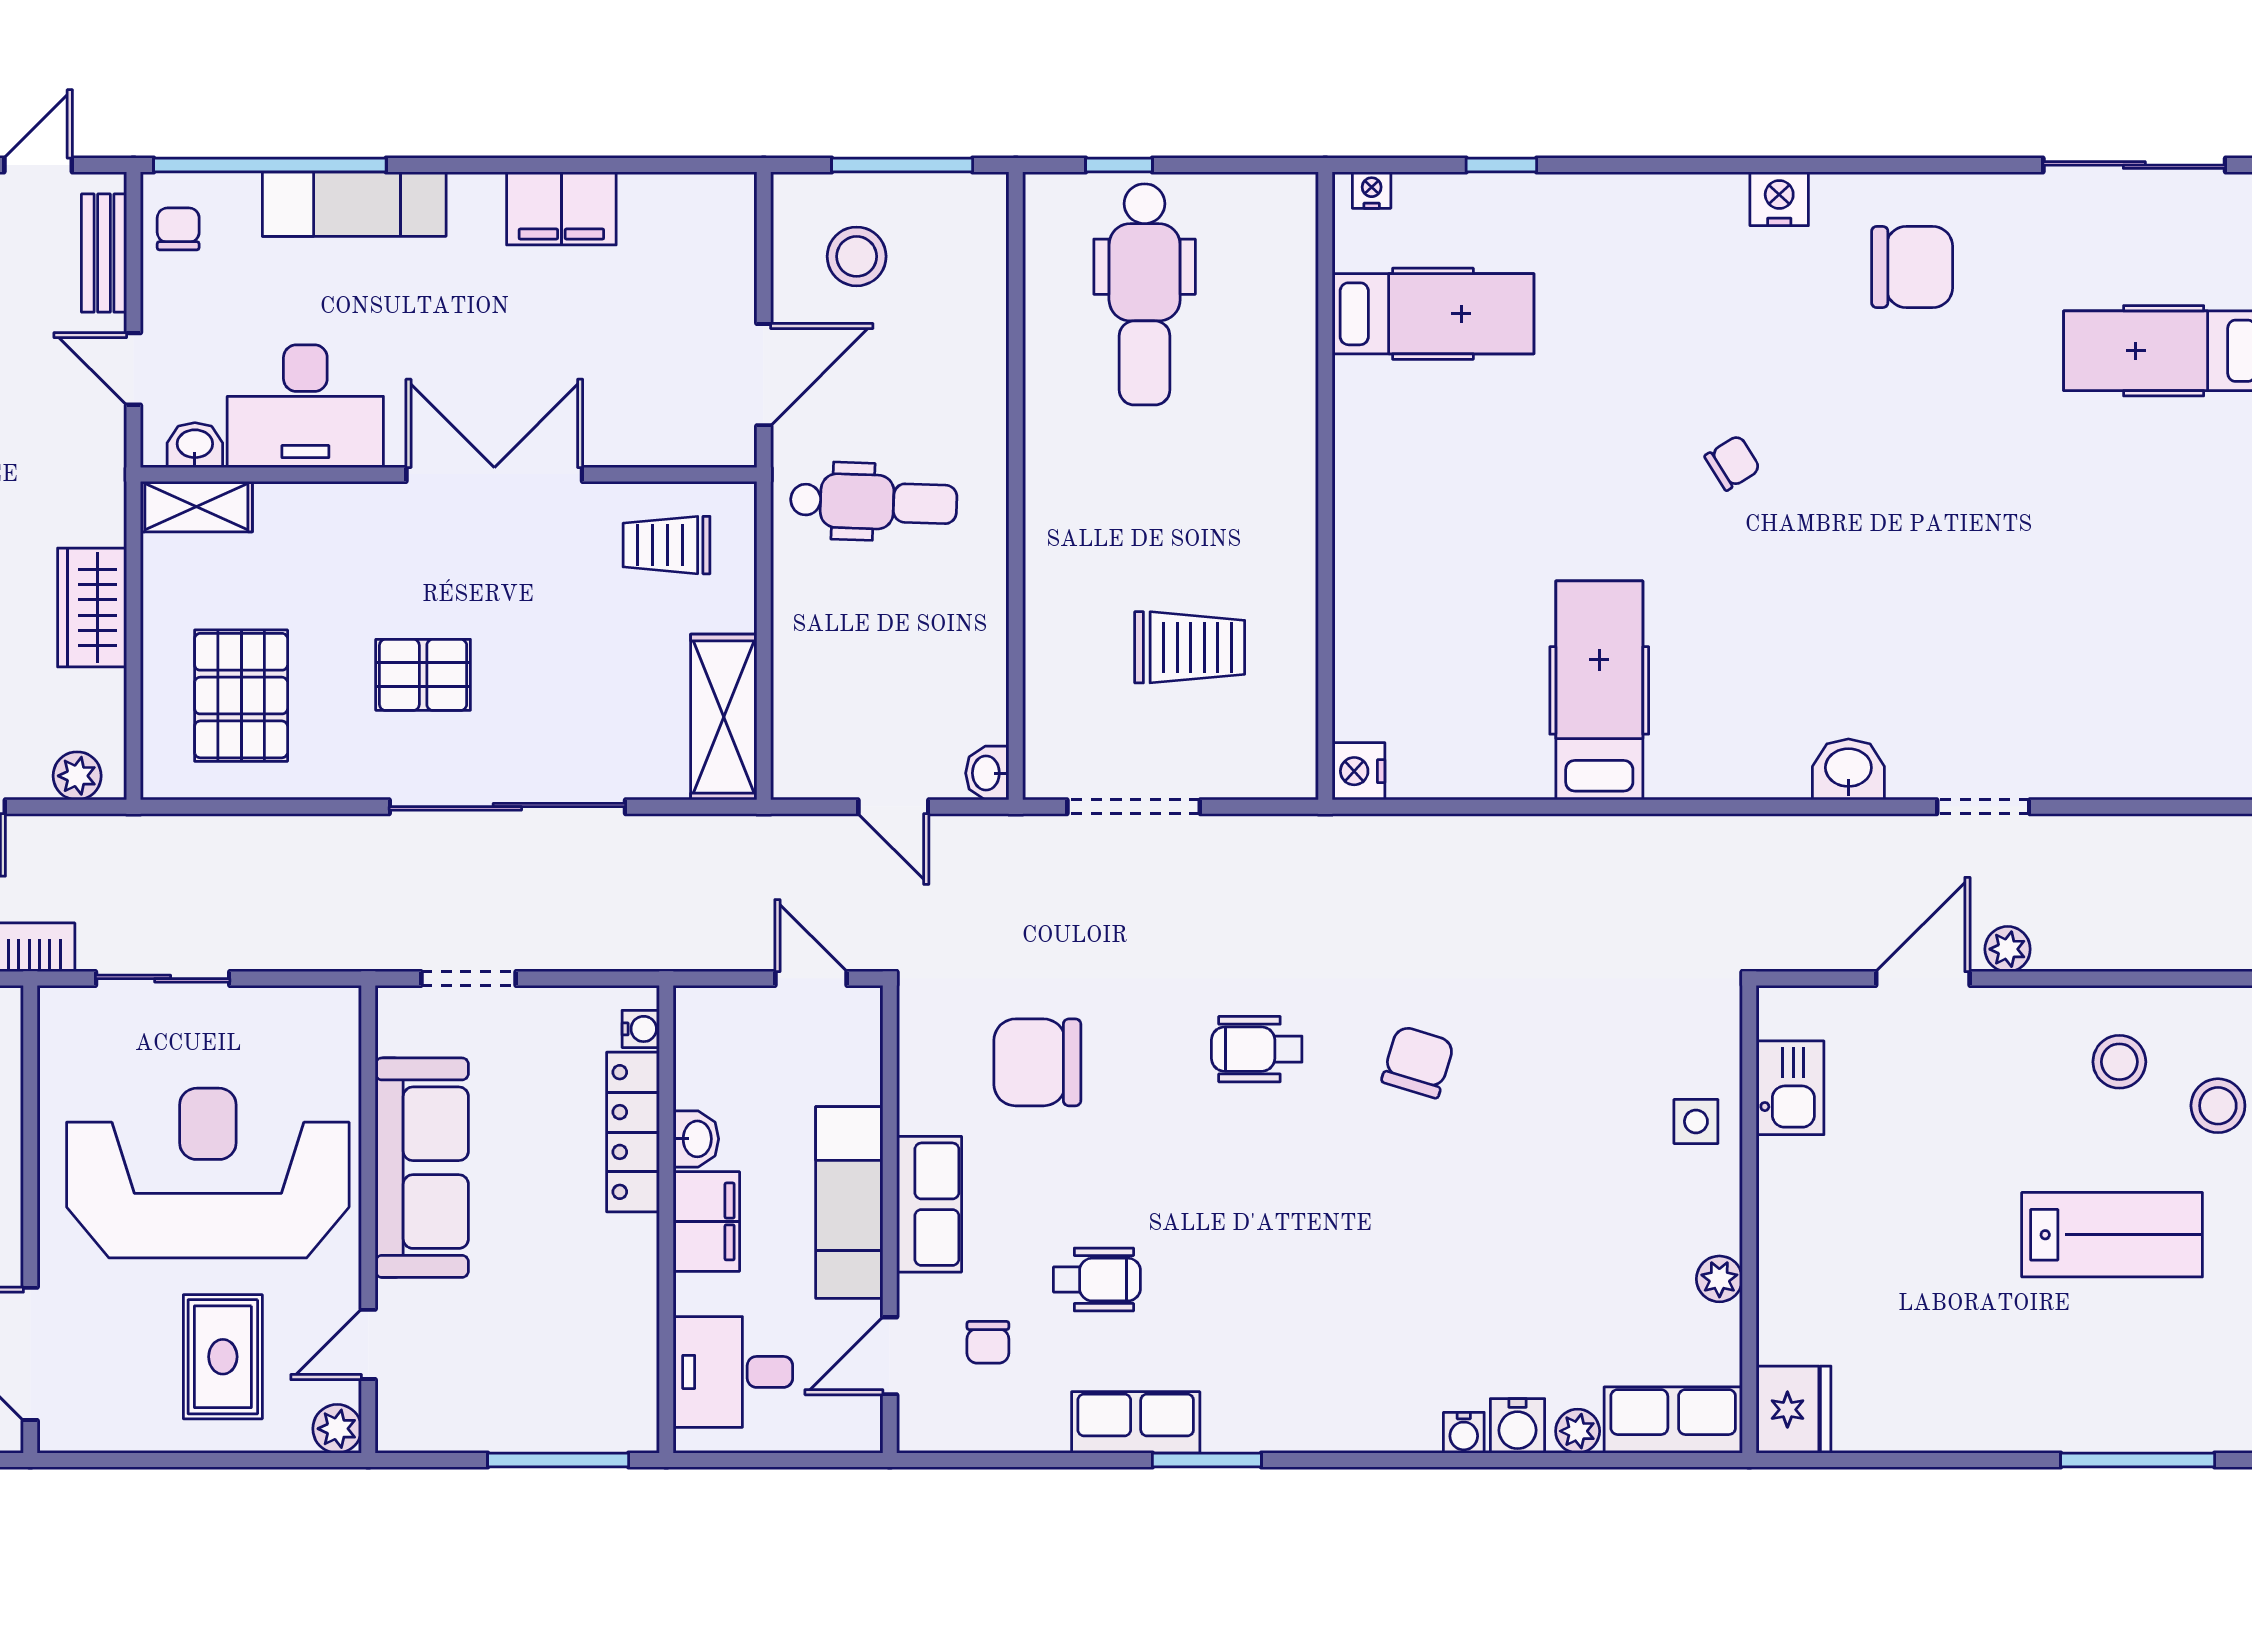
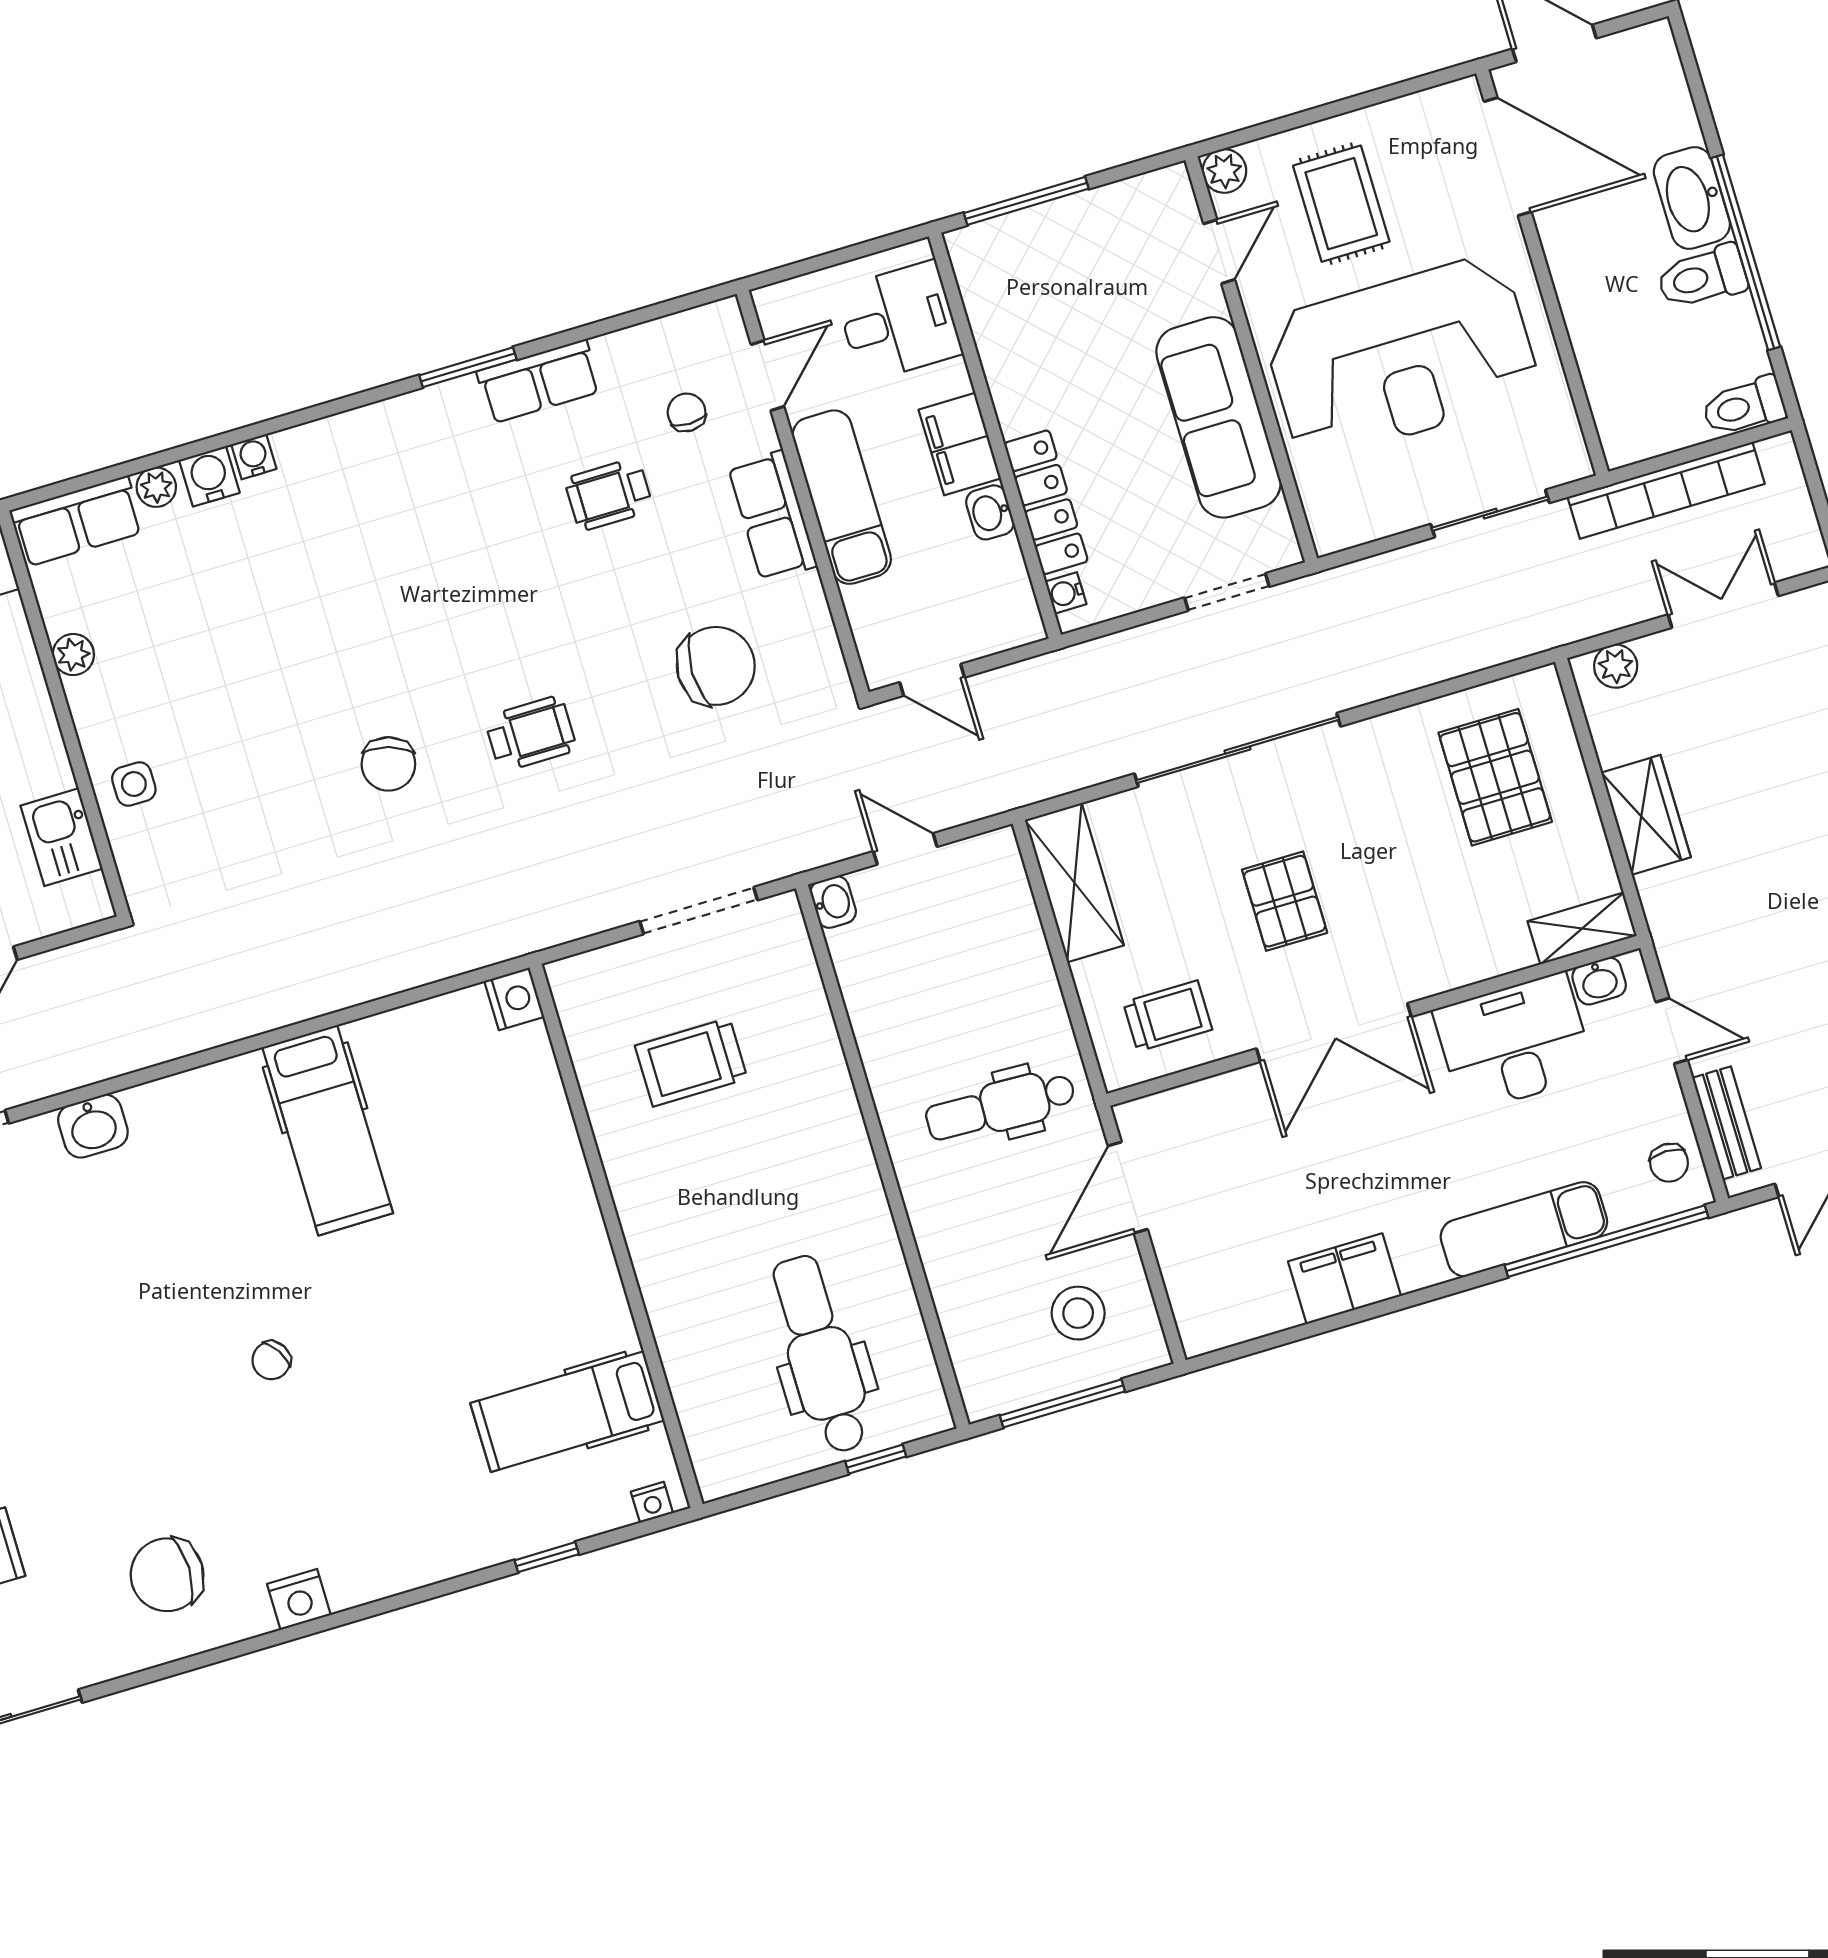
pallet: (423, 675) -> (1285, 901), moved, turned 90

